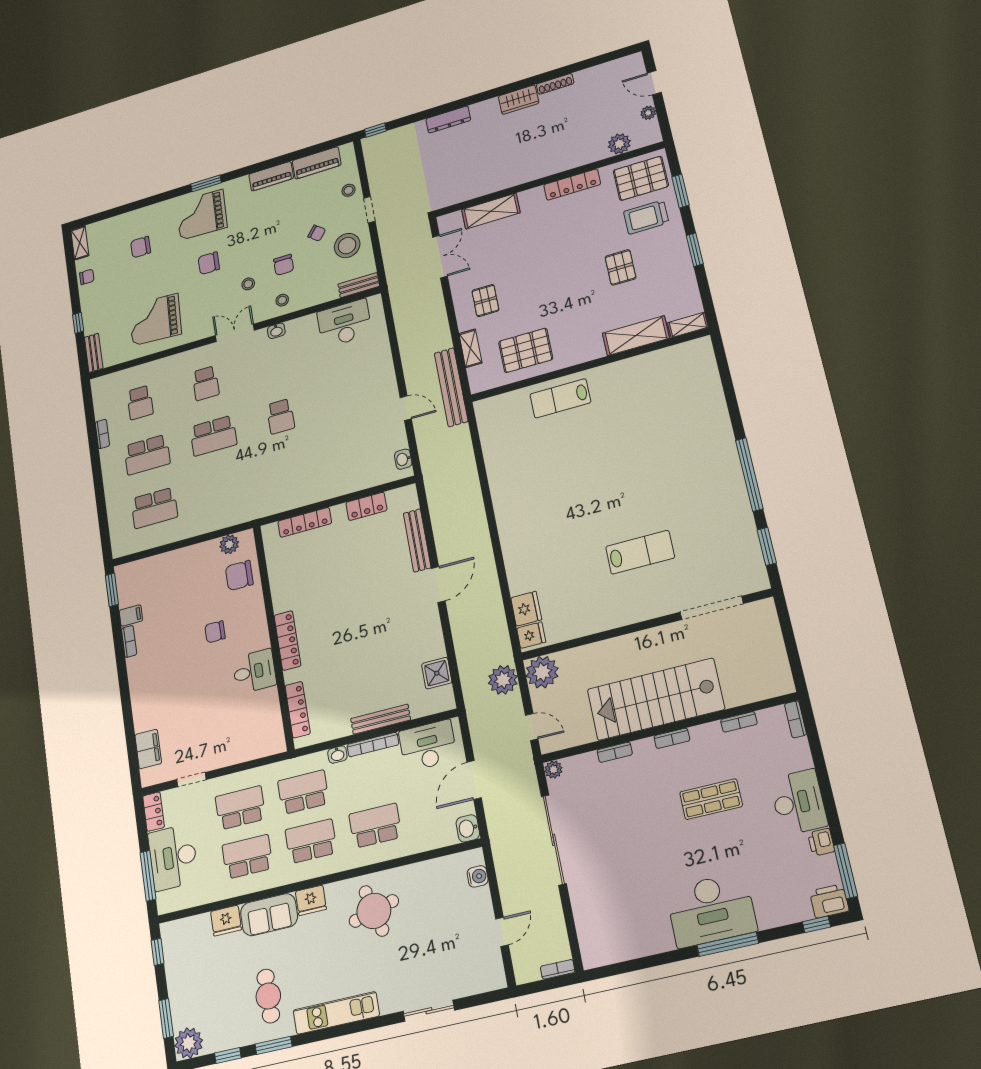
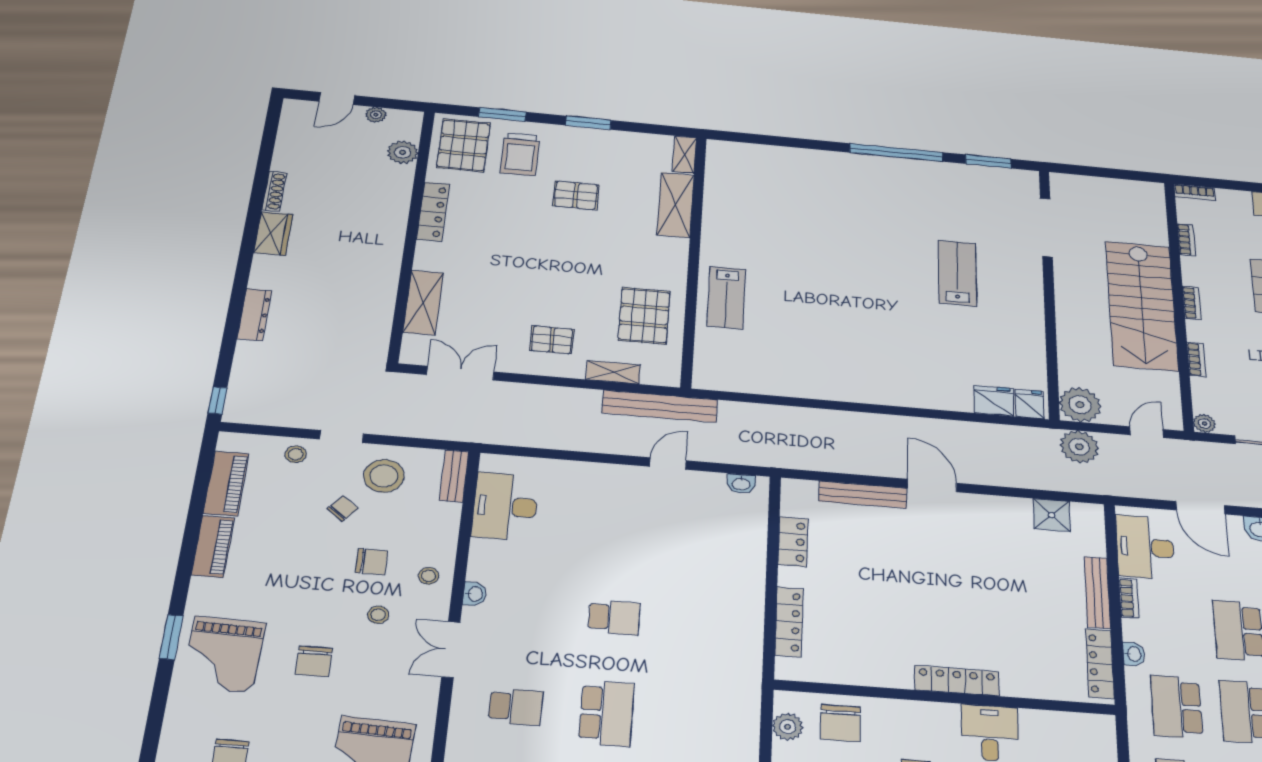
locker: (298, 710) -> (1100, 664), moved, turned -90
bookcase: (373, 745) -> (1129, 598), width x0.64

